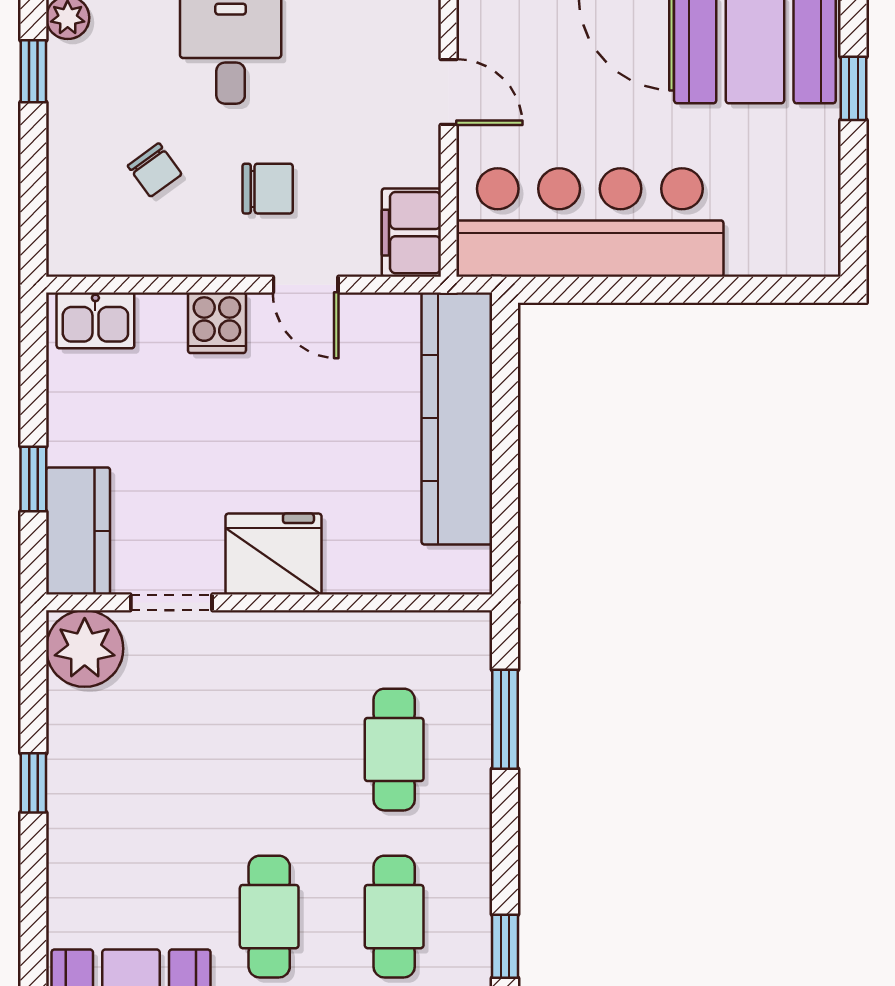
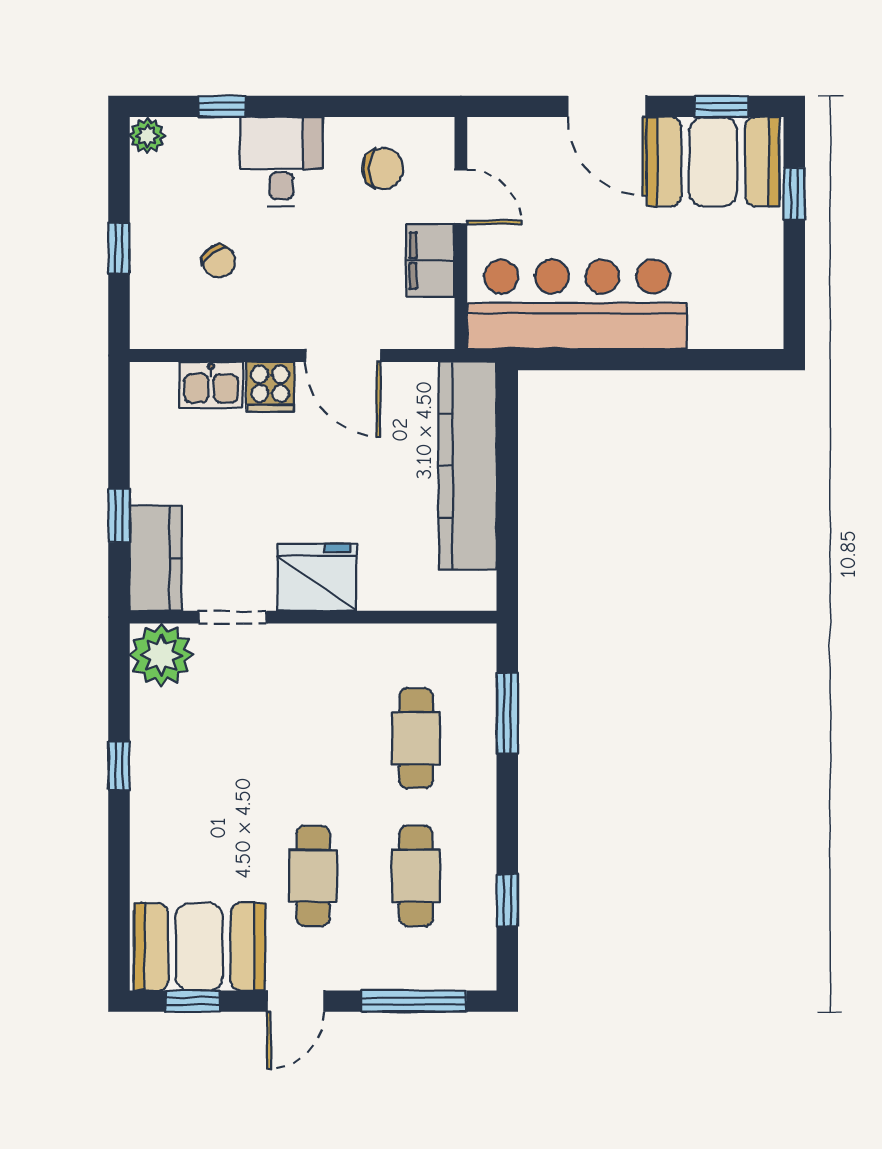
window: (33, 71) -> (119, 248), moved
chair: (268, 189) -> (383, 168), moved
filing cabinet: (411, 233) -> (430, 261), moved
door: (306, 285) -> (343, 355), width x1.37
kitchen sink: (95, 320) -> (211, 385), moved

